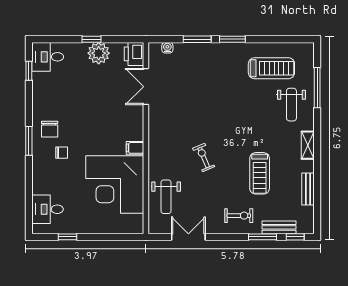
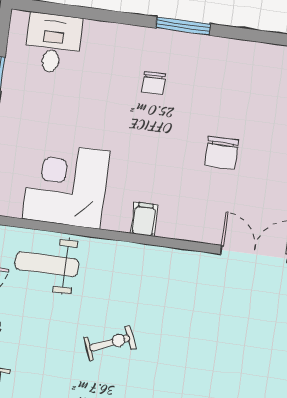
chair: (50, 129) -> (222, 153), moved, turned -90
corner desk: (115, 184) -> (66, 185), width x0.74, depth x0.74

